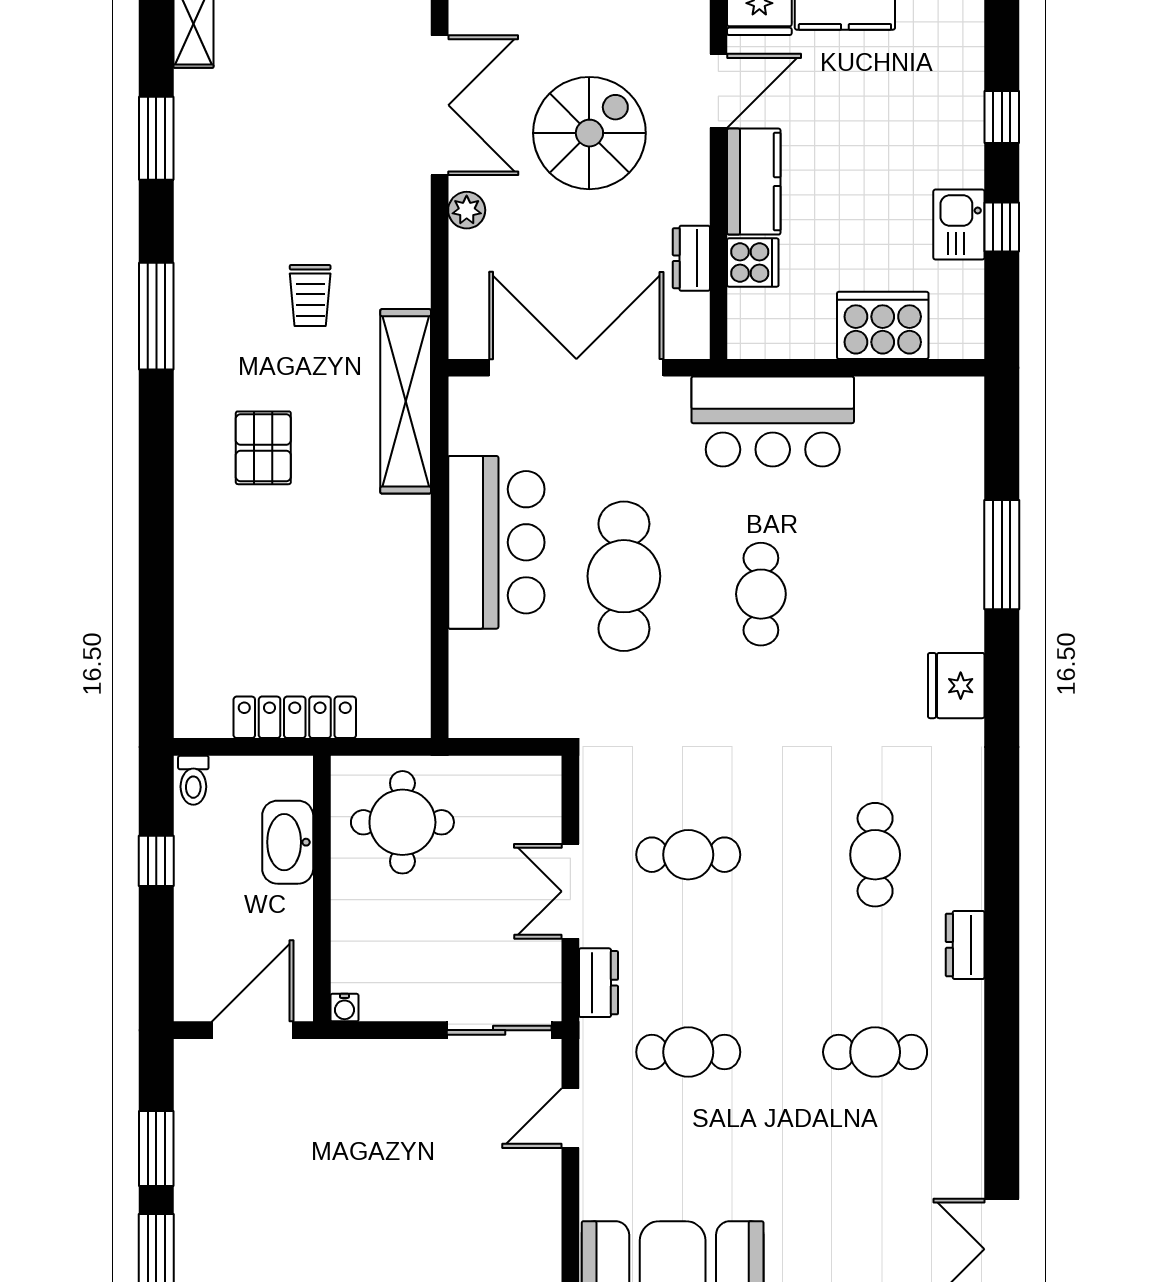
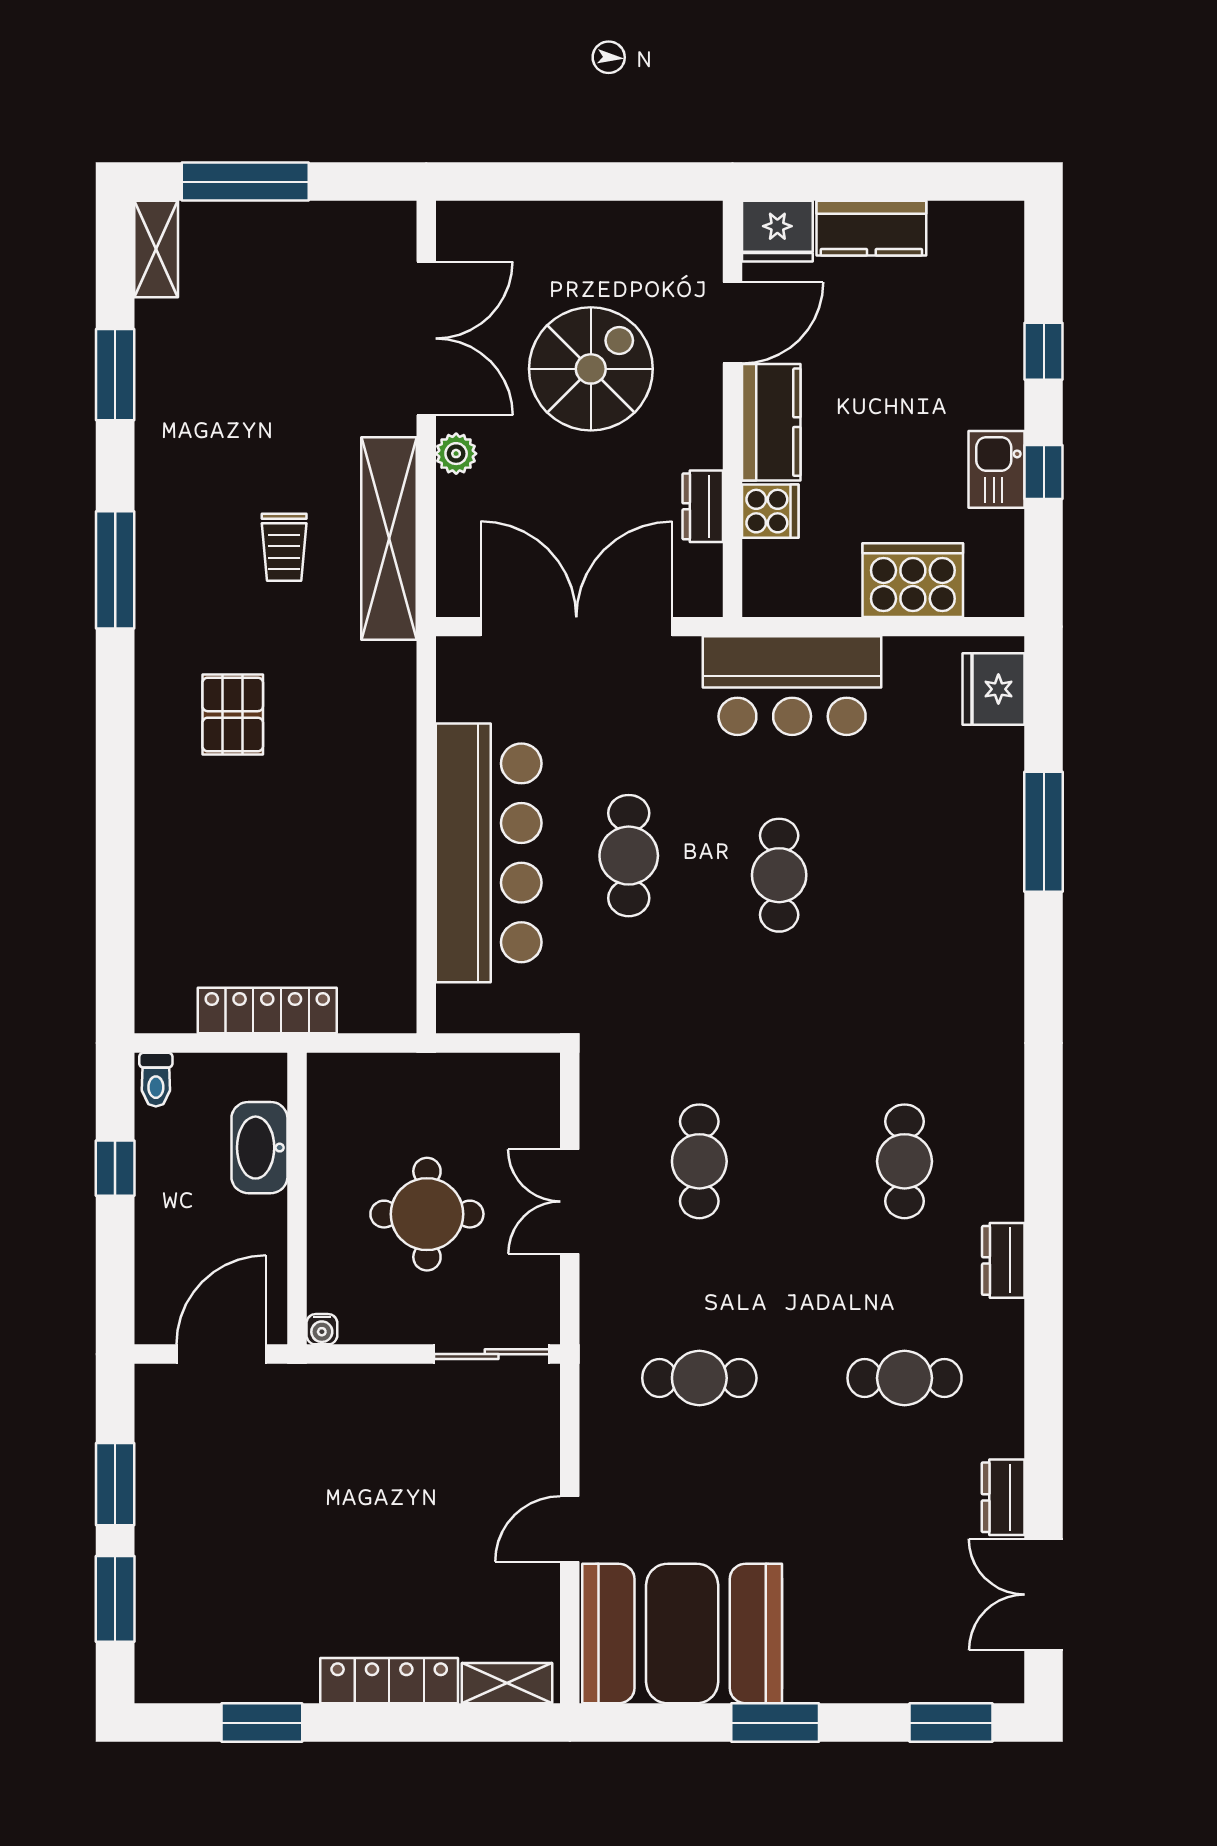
shelving: (406, 401) -> (389, 539), moved
bar counter: (496, 542) -> (489, 853), width x1.36
cafe table: (624, 576) -> (629, 856), width x0.73, depth x0.74
fridge: (956, 686) -> (994, 689), moved
round table: (402, 822) -> (427, 1214), moved
cafe table: (688, 855) -> (699, 1161), turned 90
dresser: (598, 983) -> (1003, 1497), moved, turned 180
door: (570, 1118) -> (570, 1529), moved

